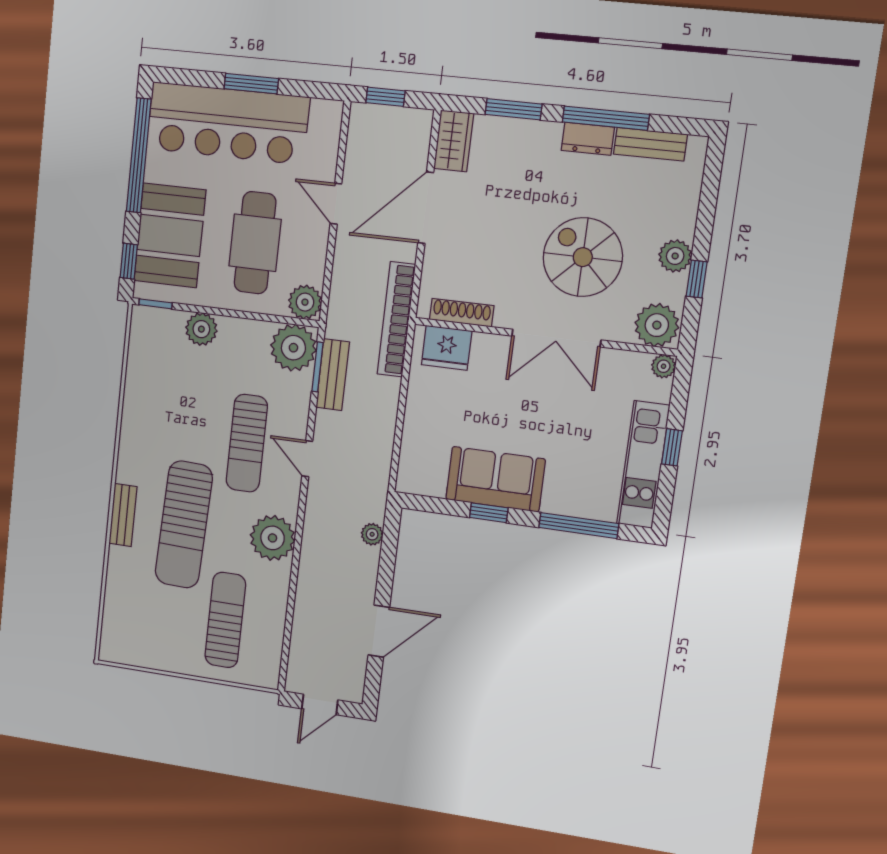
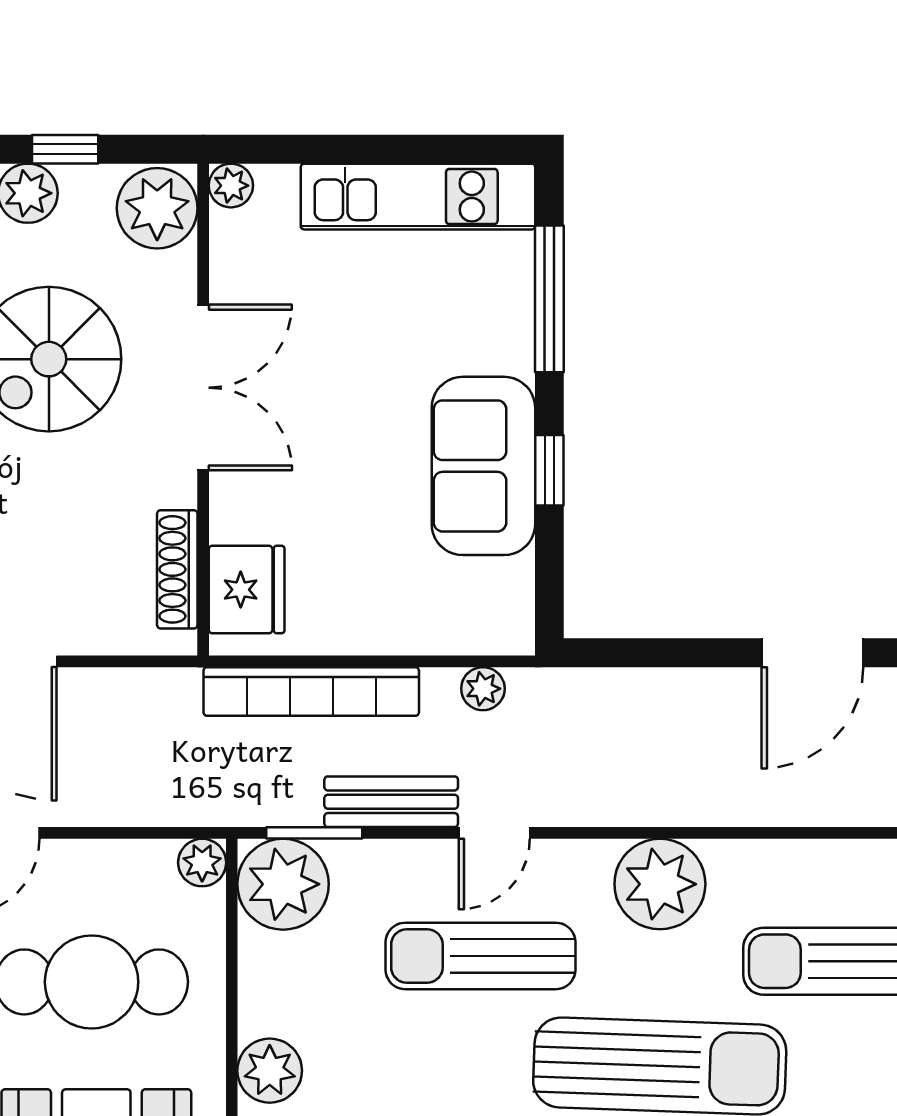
plant: (305, 302) -> (202, 863), width x0.73, depth x0.73
bookcase: (396, 319) -> (311, 691), moved
bench: (333, 375) -> (391, 802), moved
sun lounger: (247, 443) -> (481, 956), turned 180
window: (672, 447) -> (378, 149), removed
plant: (372, 534) -> (483, 689), moved
door: (379, 631) -> (812, 653), swing flipped

